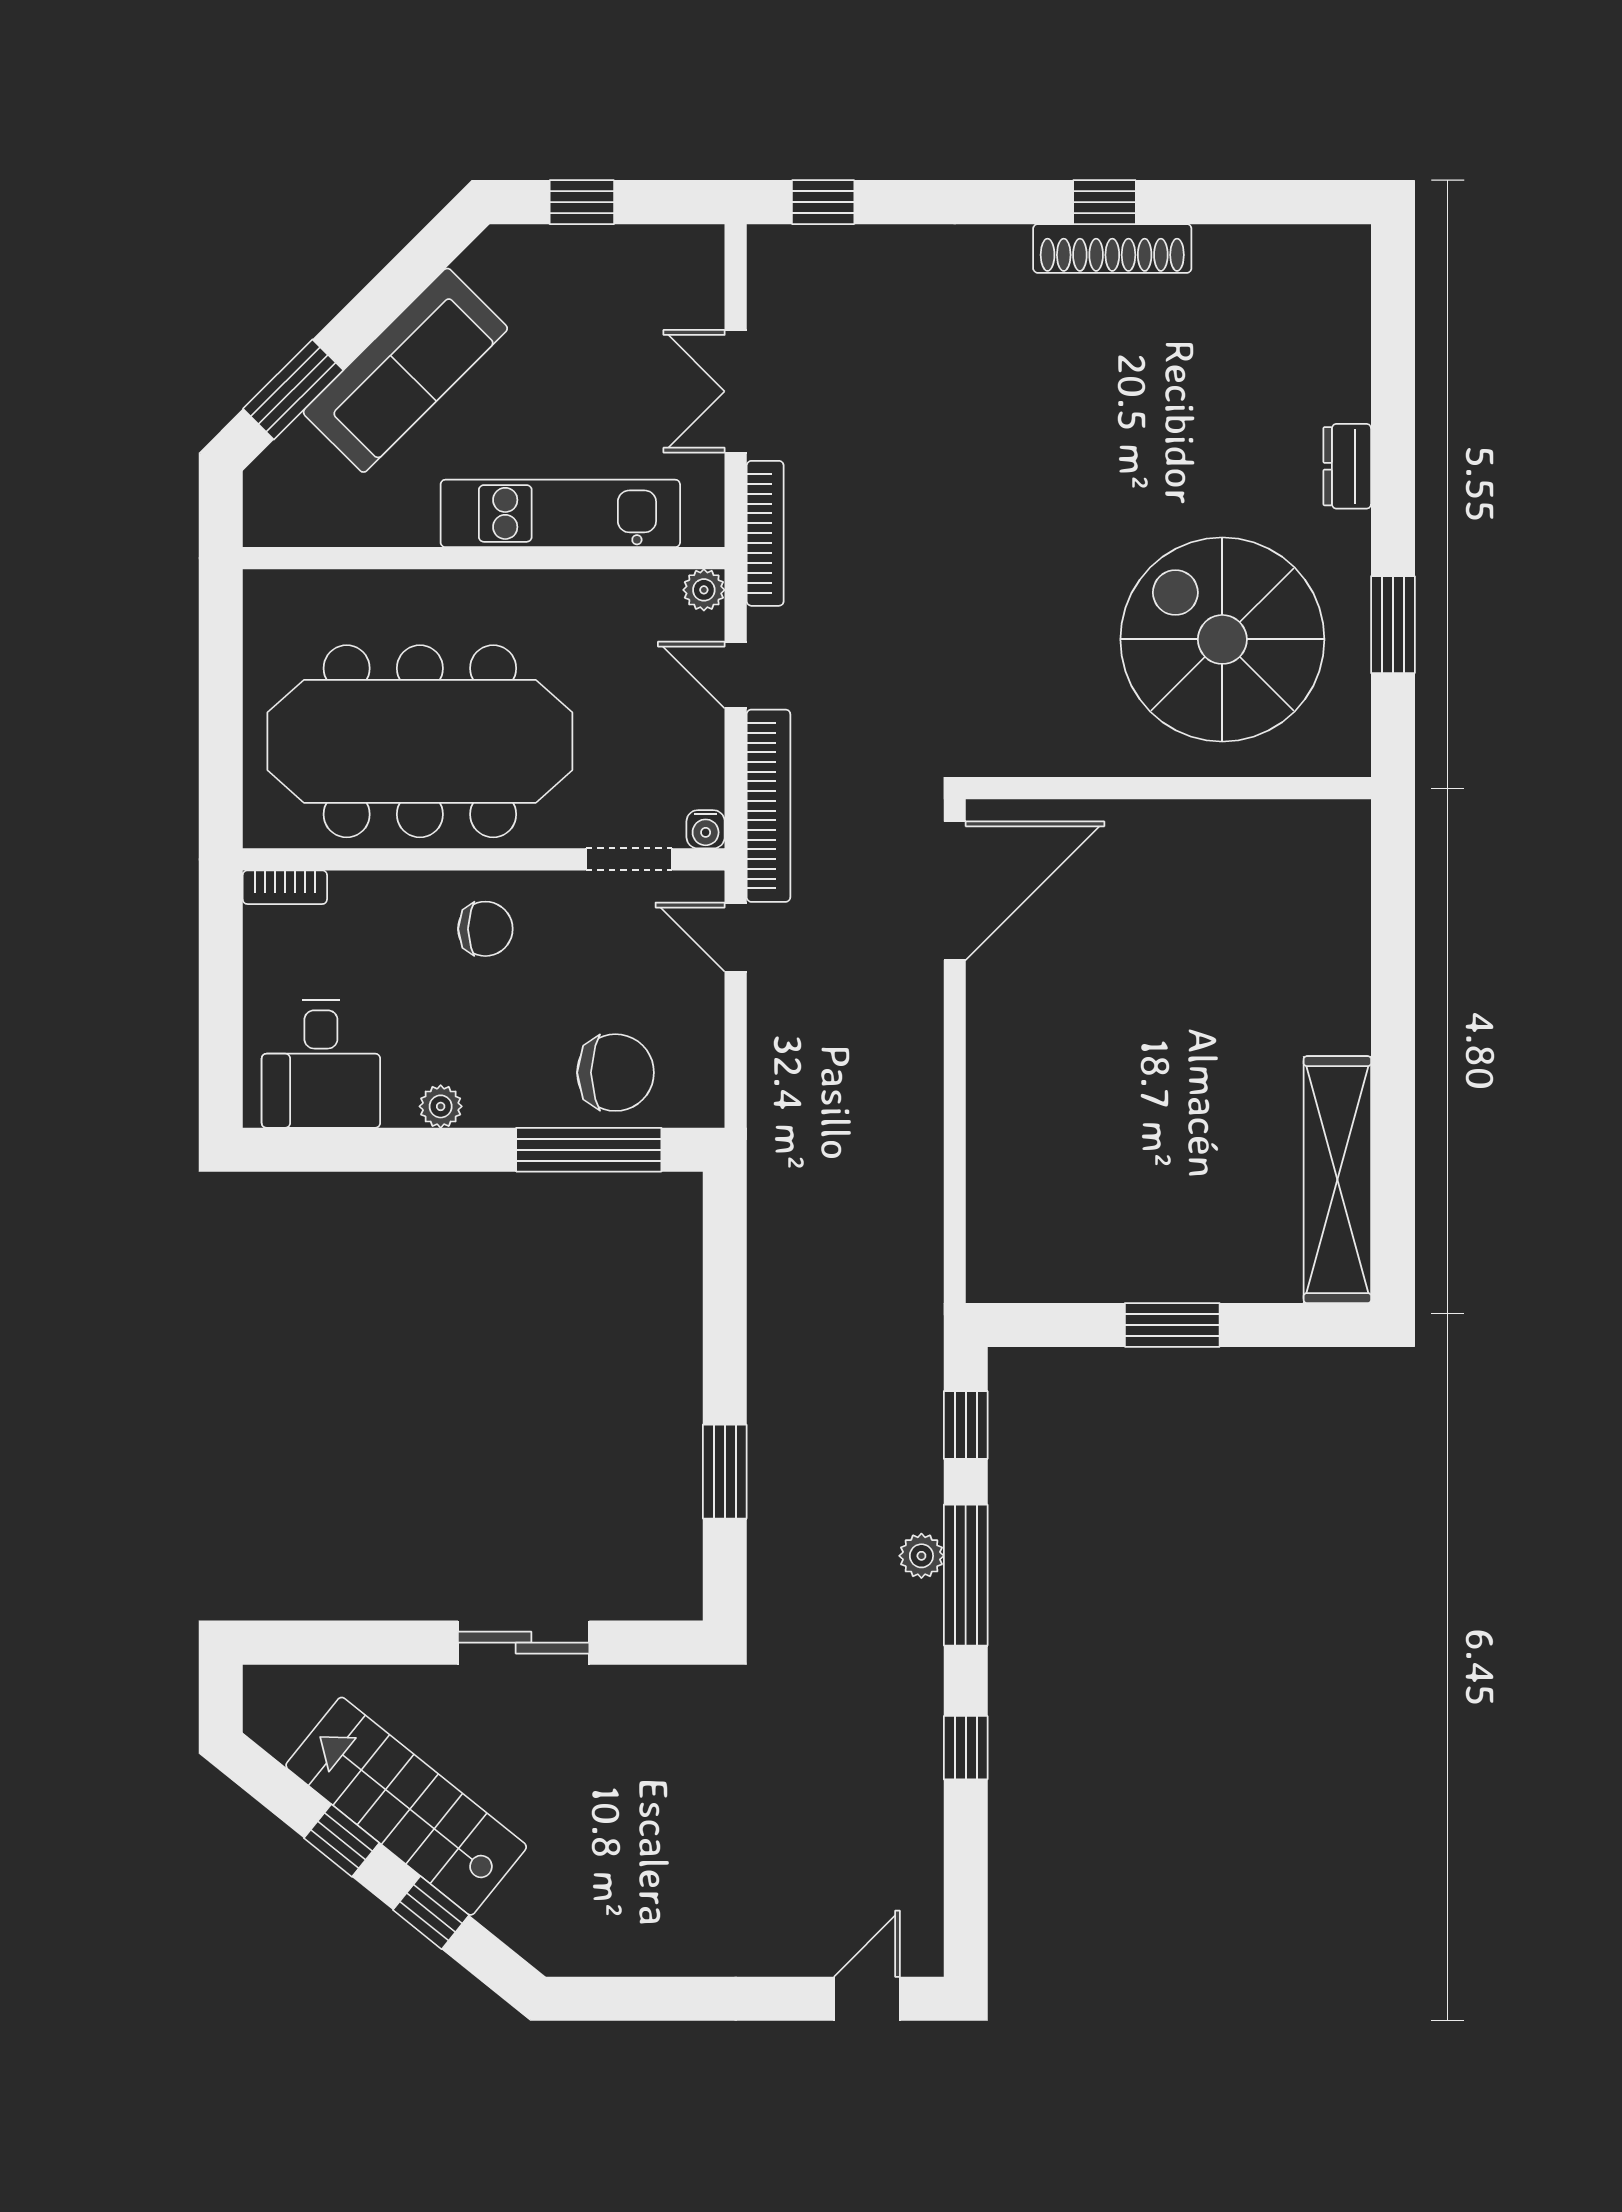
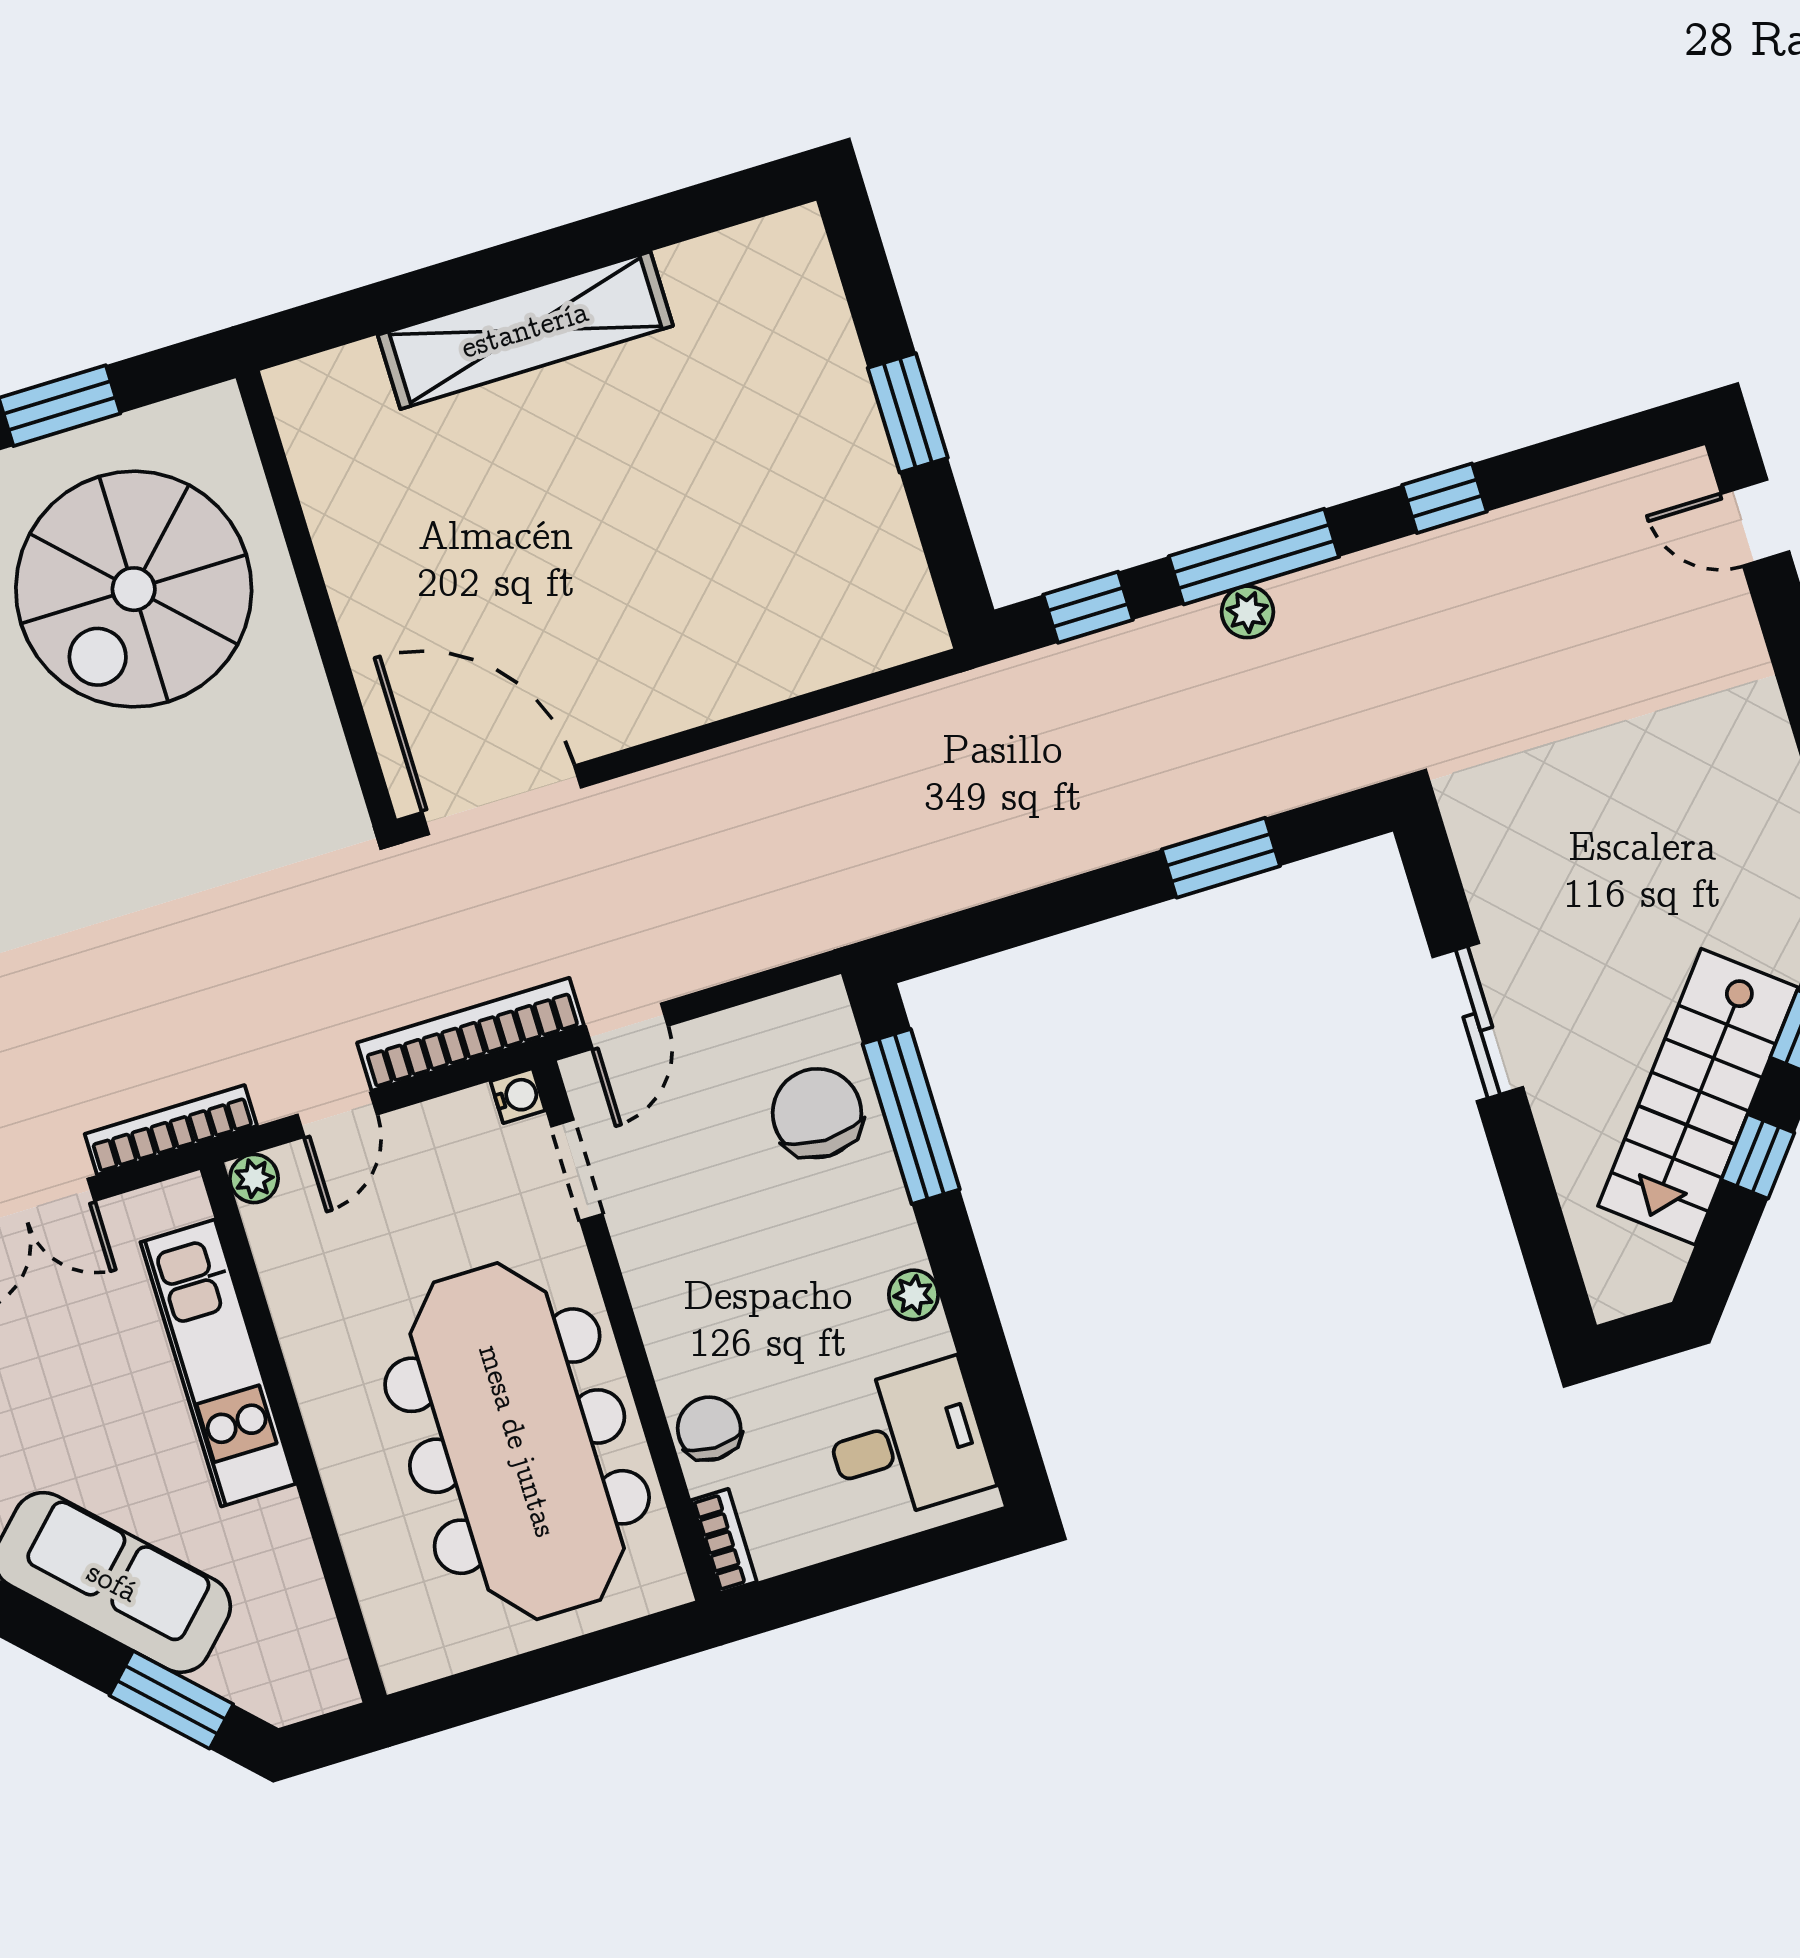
chair: (485, 929) -> (709, 1429), moved
shelving: (1337, 1180) -> (525, 330), moved

